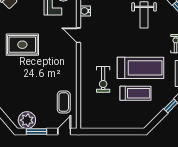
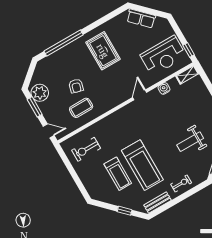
exercise bike: (103, 79) -> (86, 149), moved
armchair: (39, 85) -> (76, 86), added
coffee table: (64, 102) -> (81, 108), moved

